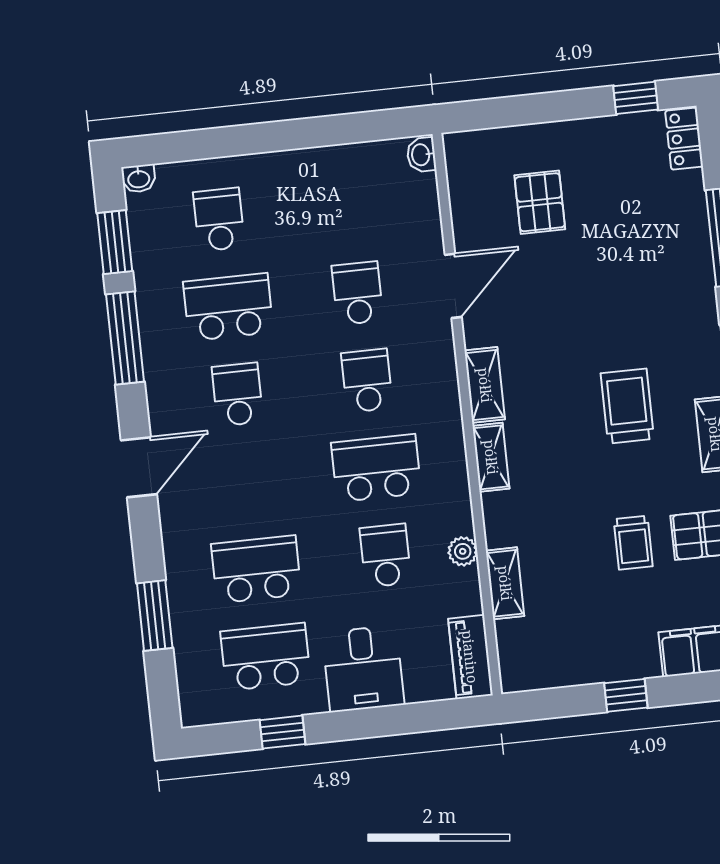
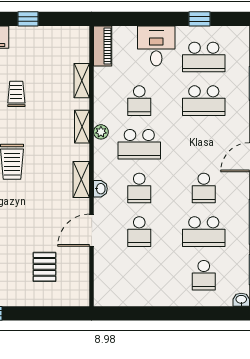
washbasin: (421, 155) -> (100, 189), moved
shelving: (491, 457) -> (82, 127), moved
plant: (463, 551) -> (101, 132), moved

